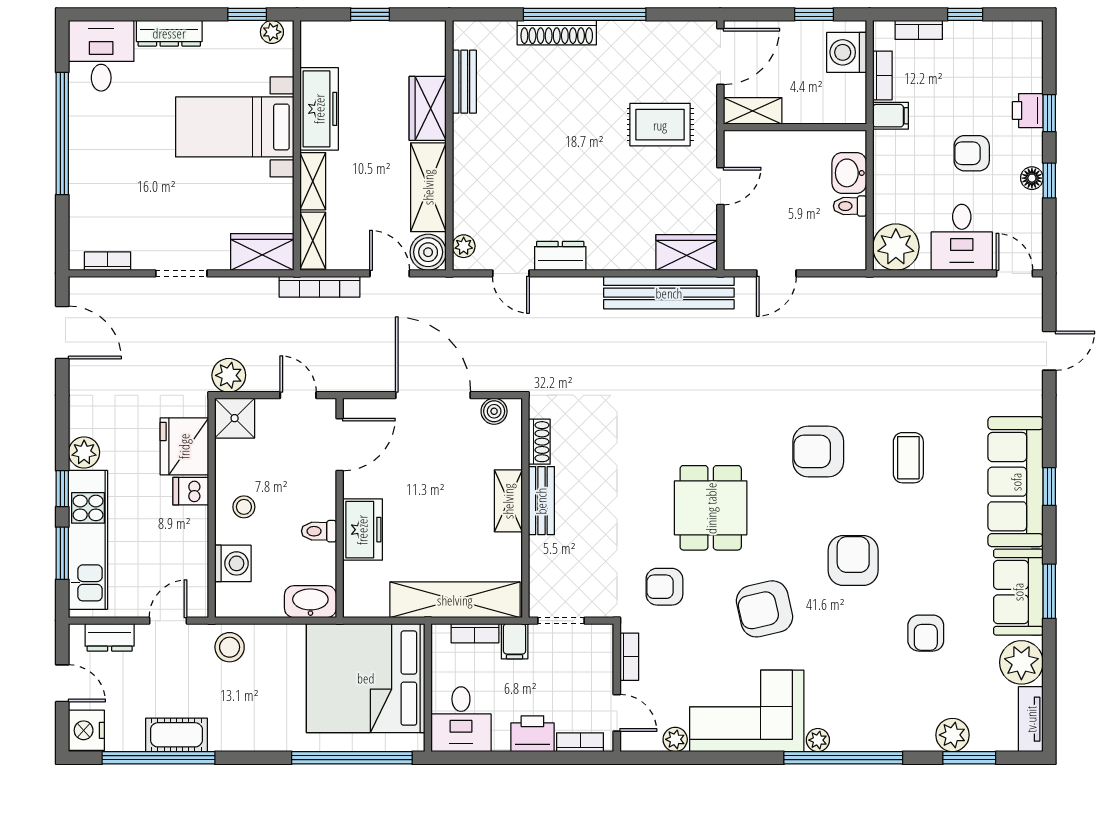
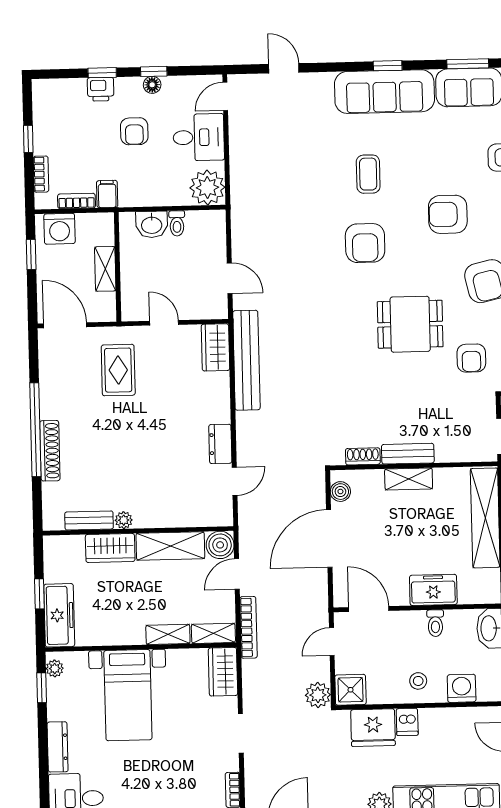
freezer: (319, 109) -> (59, 615), moved, turned 90
shelving: (753, 111) -> (105, 269), moved
plant: (464, 246) -> (124, 520), moved
coffee table: (908, 458) -> (368, 174), turned 90

